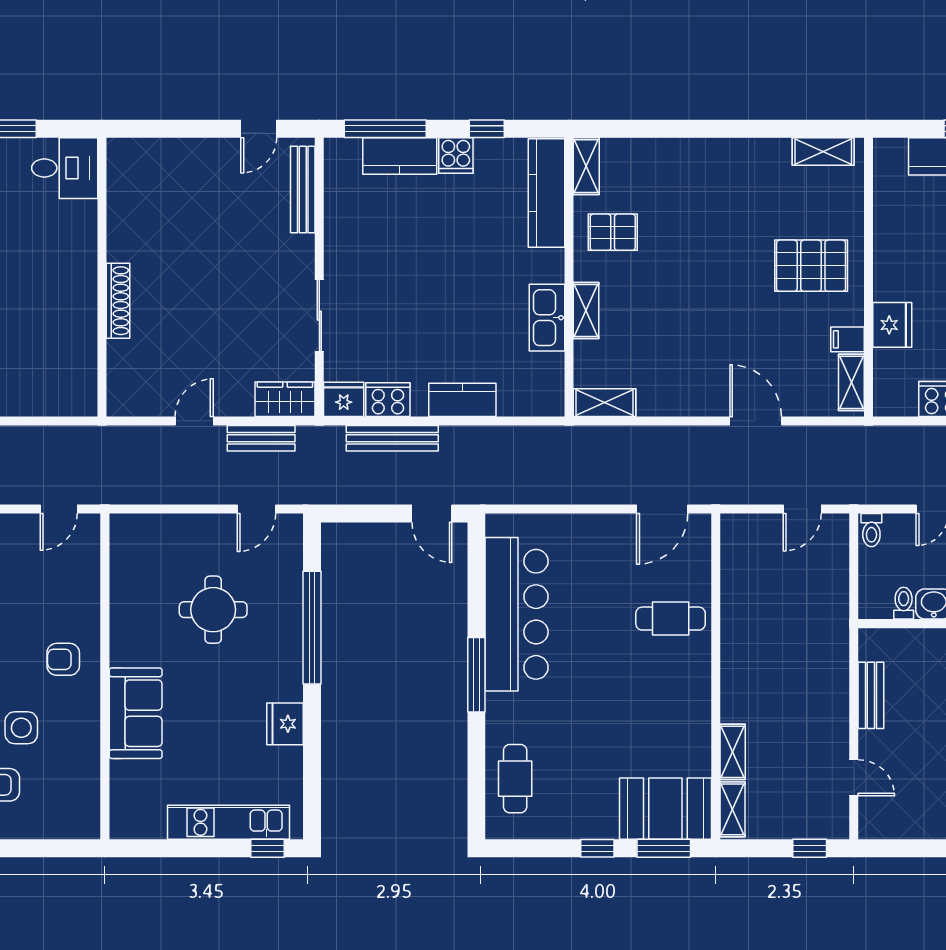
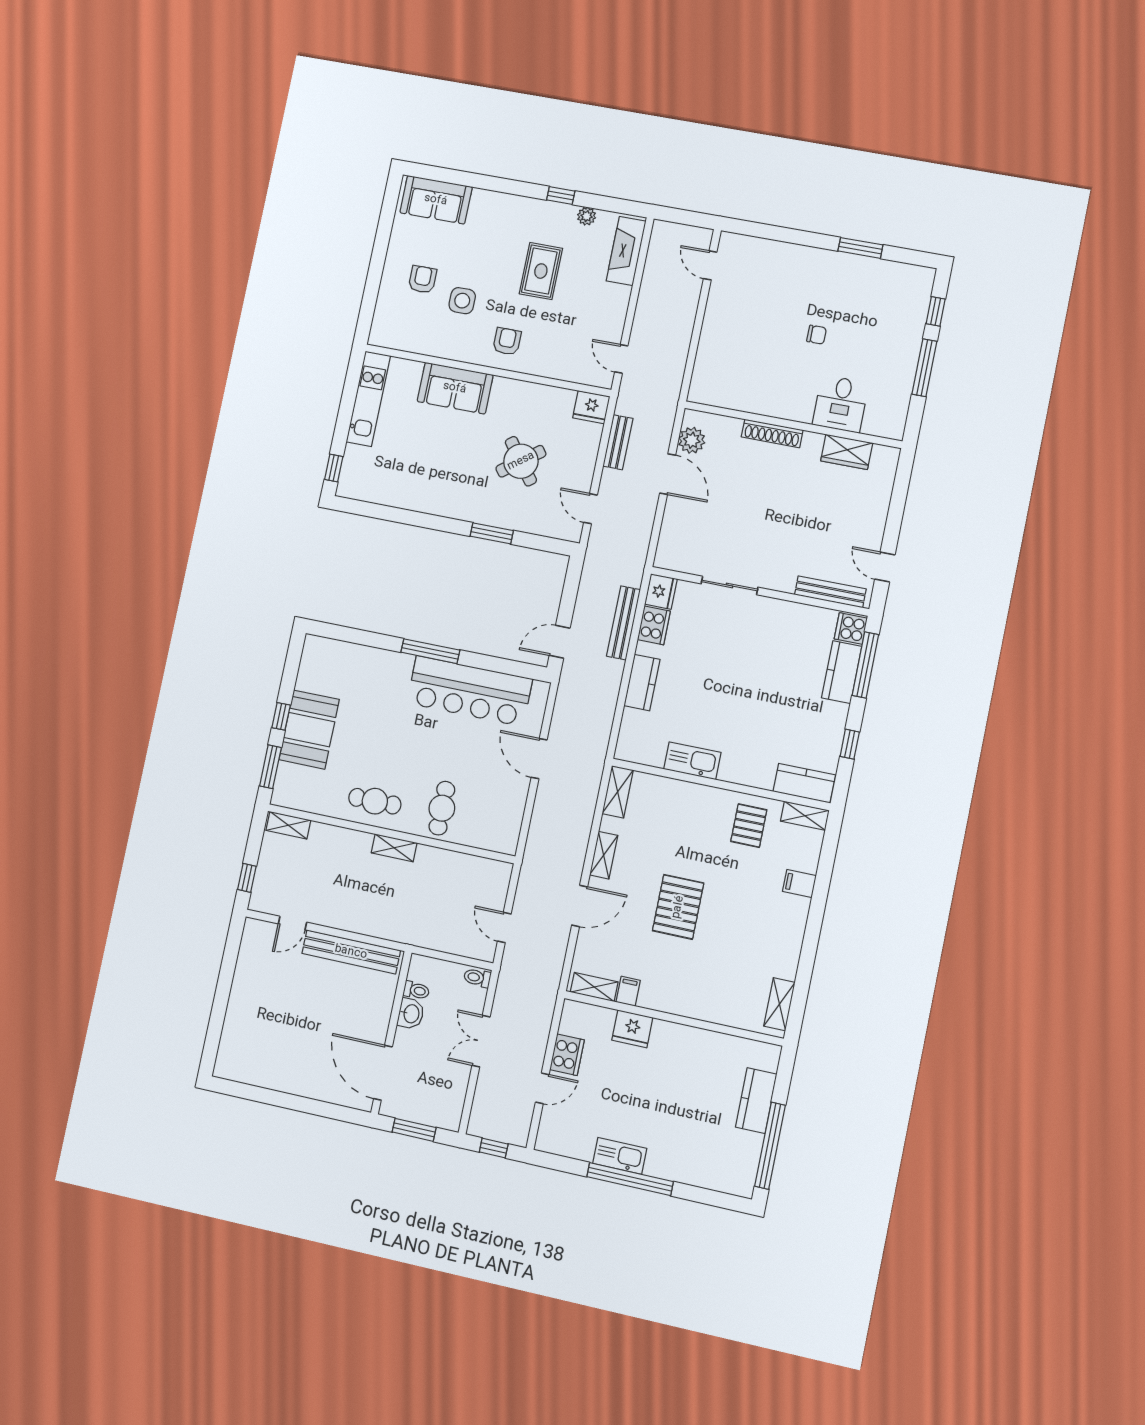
cooker: (456, 155) -> (851, 629), moved
filing cabinet: (671, 156) -> (799, 884), added
desk: (65, 168) -> (841, 404), moved
kitchen counter: (546, 193) -> (804, 783), width x0.67
pallet: (811, 266) -> (678, 907), moved
shelving: (586, 311) -> (604, 855), moved, turned 90
plant: (146, 399) -> (692, 440), added
wardrobe: (285, 399) -> (847, 452), moved, turned 90
door: (194, 421) -> (668, 474), width x1.38
bench: (261, 438) -> (618, 442), moved
door: (662, 509) -> (539, 759), moved
round table: (213, 610) -> (521, 461), turned -37
window: (312, 628) -> (492, 533), width x0.47
bench: (871, 695) -> (351, 952), width x1.86, depth x1.21
fridge: (285, 724) -> (591, 407), moved, turned 180
shelving: (733, 752) -> (394, 848), moved
cafe table: (515, 779) -> (375, 801), moved
booth: (665, 809) -> (309, 730), moved
kitchen unit: (228, 822) -> (368, 399), moved

